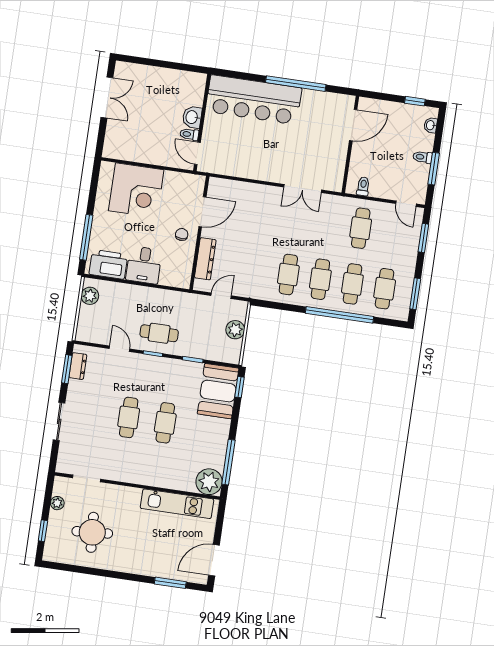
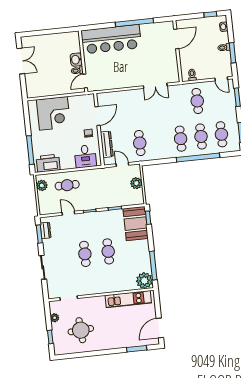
door: (197, 153) -> (85, 81), hinge flipped
desk: (144, 265) -> (85, 156), moved
cafe table: (288, 274) -> (140, 143), moved
door: (221, 296) -> (122, 165), hinge flipped
cafe table: (159, 333) -> (67, 185), moved

